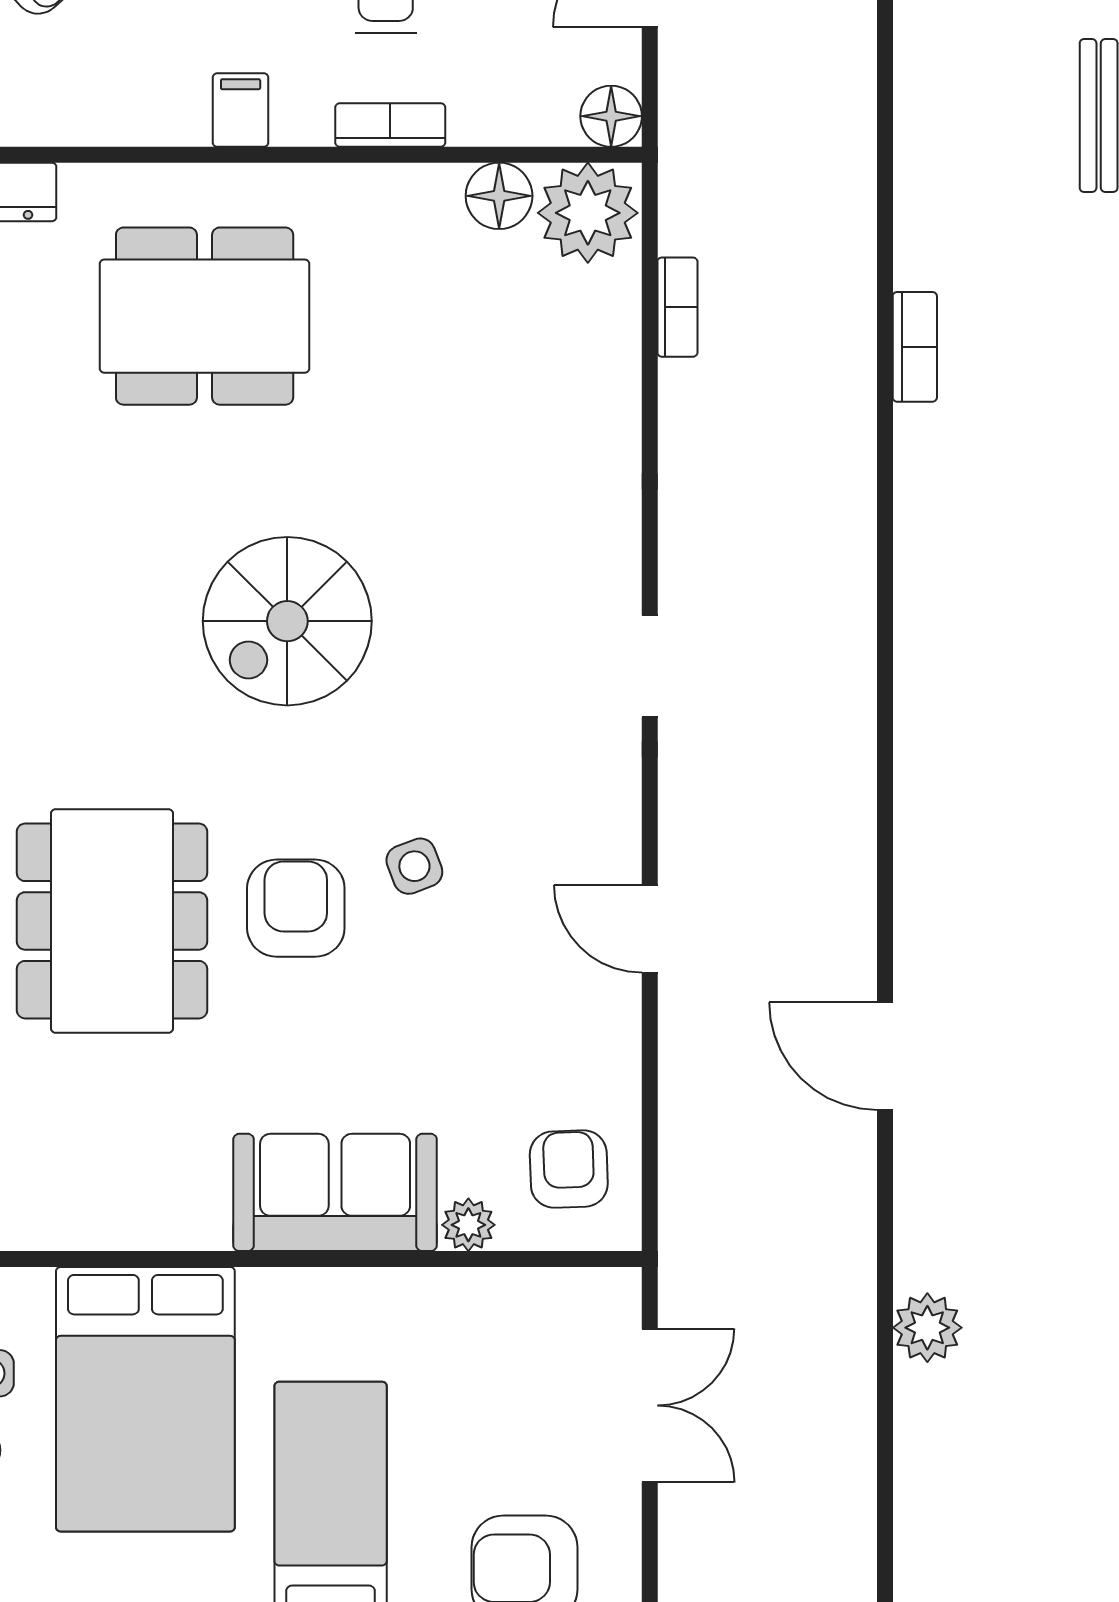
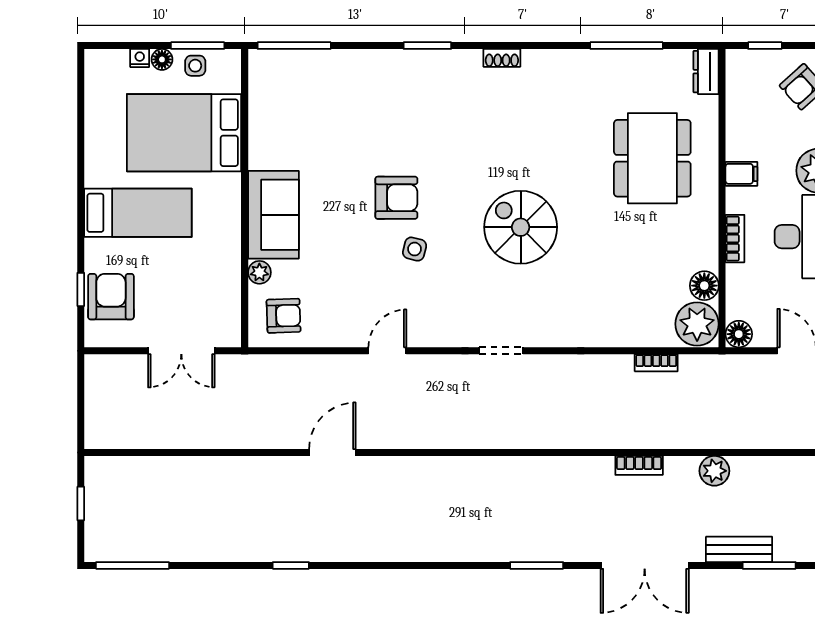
spiral stairs: (287, 621) -> (521, 227), moved
side table: (414, 866) -> (415, 249), turned 35
dining table: (112, 921) -> (391, 118), removed
plant: (927, 1328) -> (714, 471), moved

